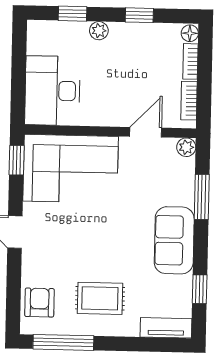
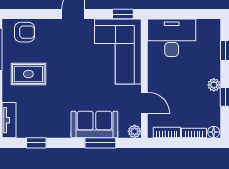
plant: (99, 31) -> (214, 85), moved
sofa: (174, 240) -> (94, 125), moved
rug: (100, 298) -> (28, 74), turned 90

